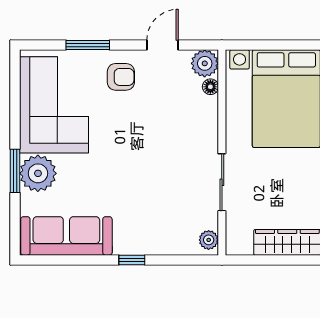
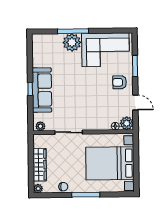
armchair: (121, 77) -> (120, 82), turned 90
window: (15, 171) -> (73, 31), width x1.44
sofa: (66, 236) -> (42, 90), moved

